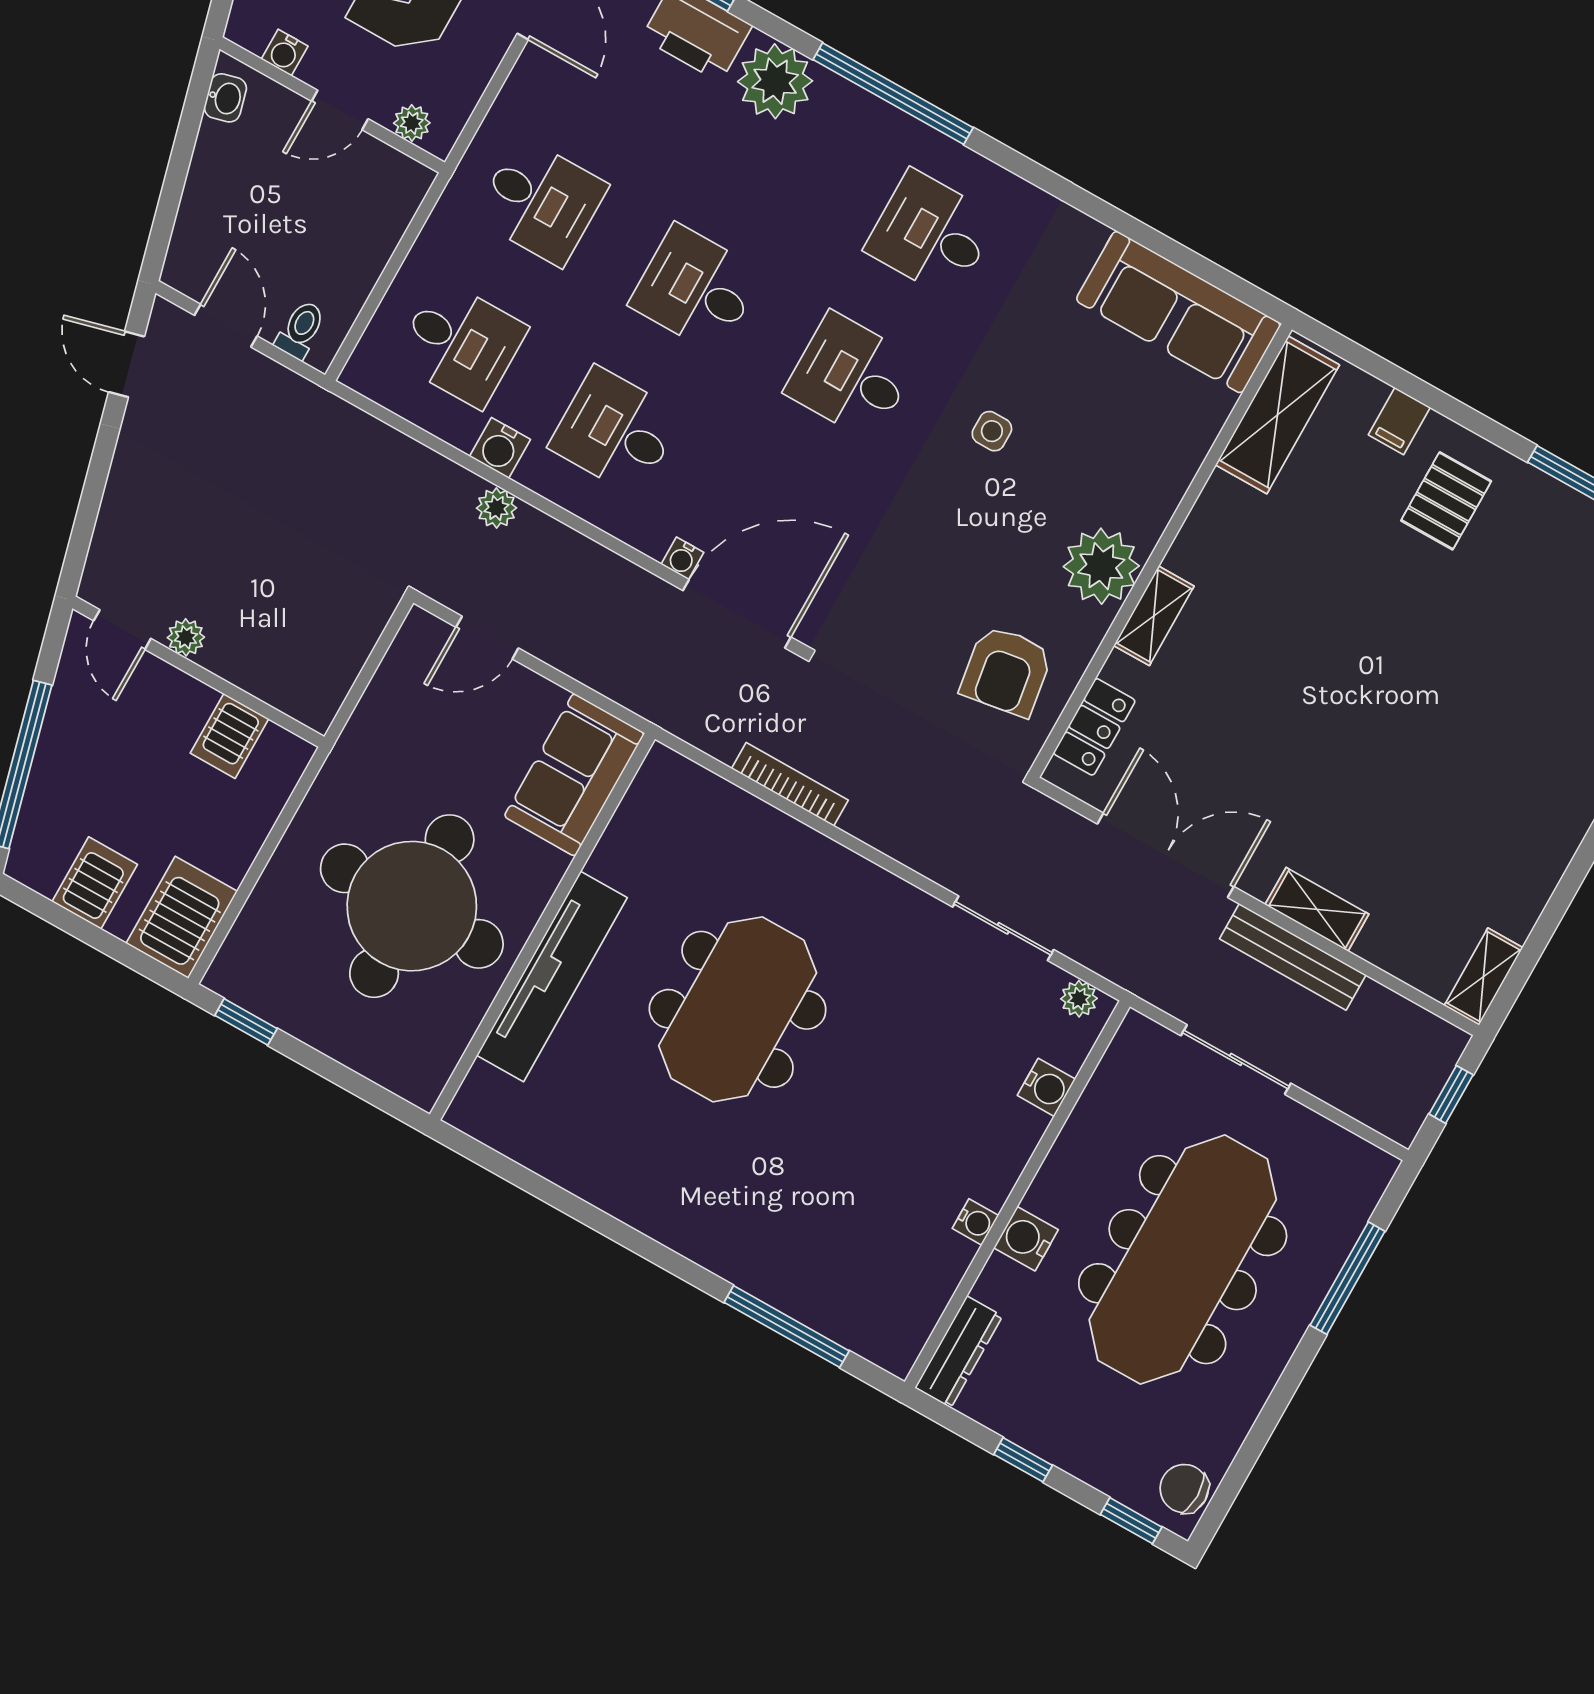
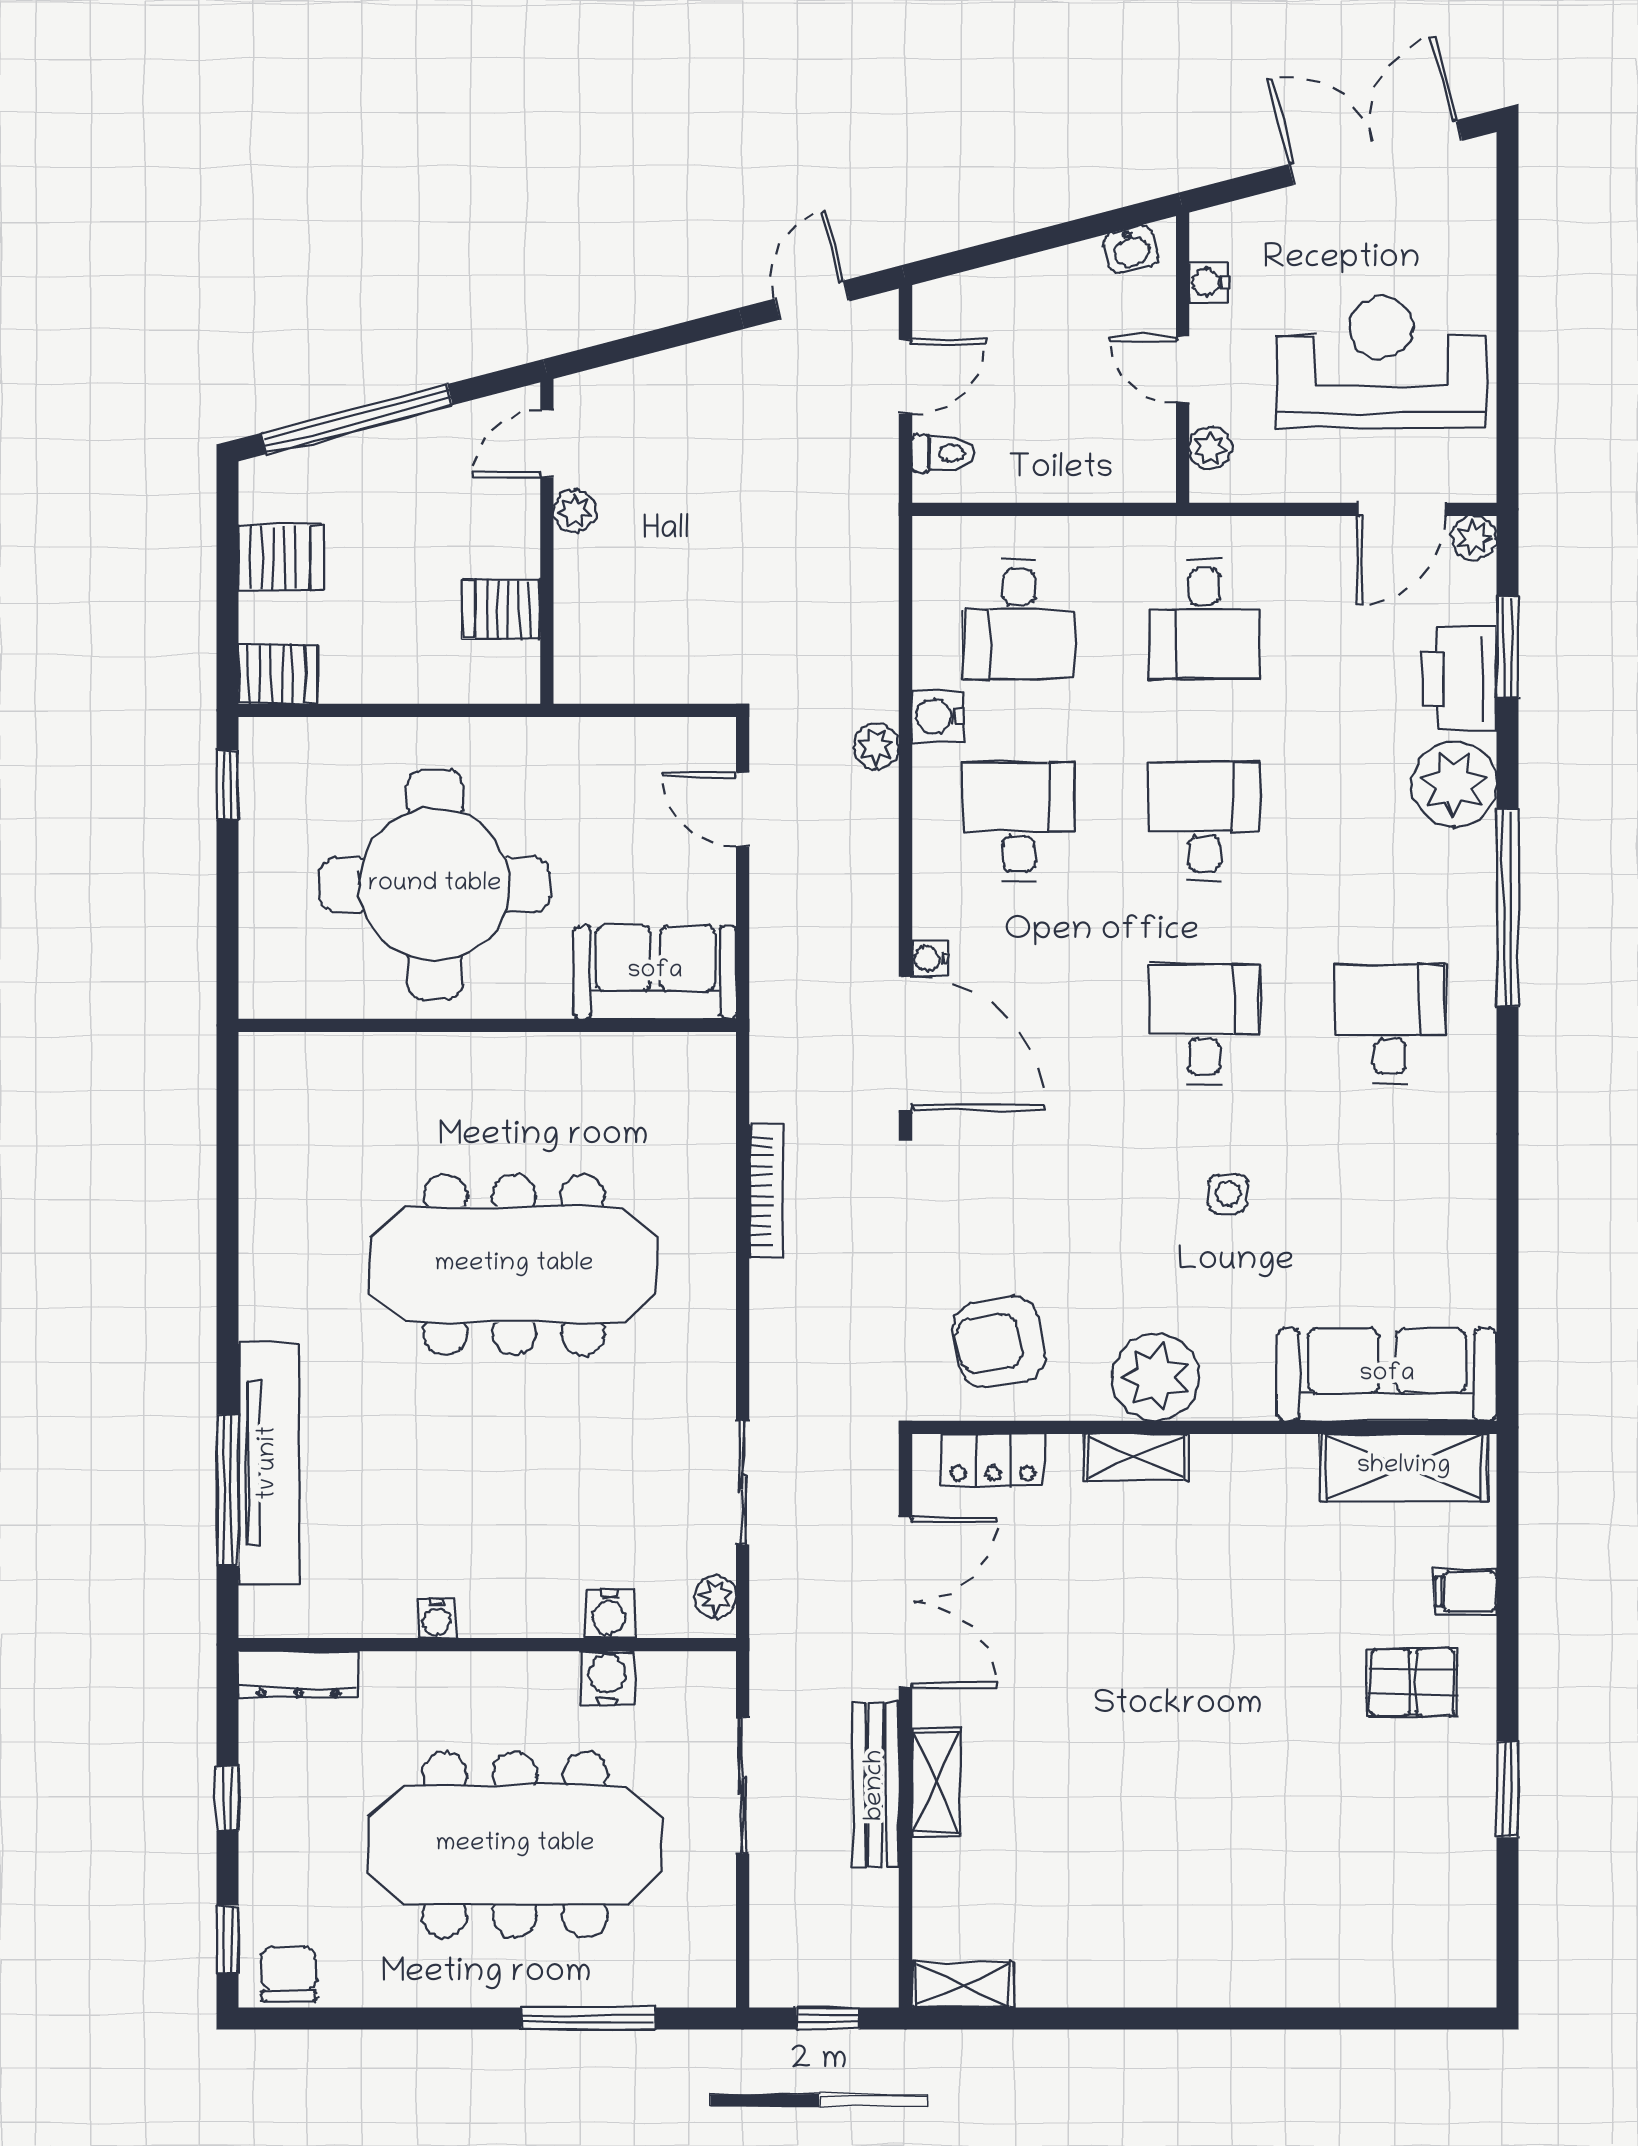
sofa: (1178, 312) -> (1387, 1375), moved, turned 90
server rack: (182, 917) -> (278, 674), width x0.73, depth x0.70
tv unit: (552, 976) -> (269, 1463), moved, turned -90
meeting table: (738, 1009) -> (514, 1265), width x1.36
water cooler: (1026, 1239) -> (607, 1678), moved

